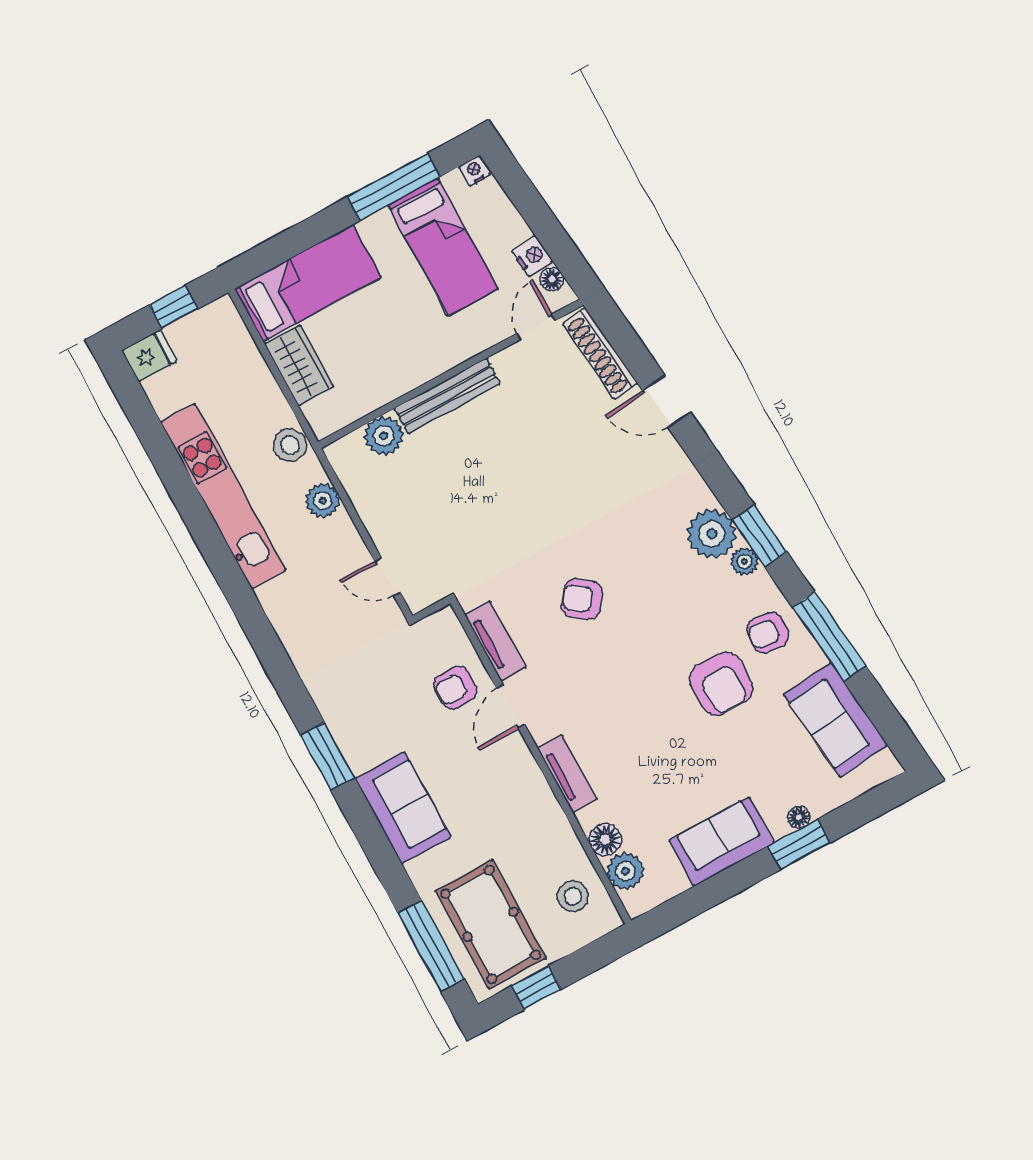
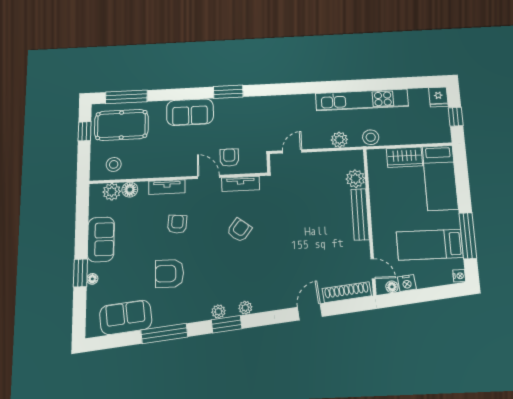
plant: (712, 534) -> (245, 308), width x0.53, depth x0.53
armchair: (768, 633) -> (177, 224), moved

